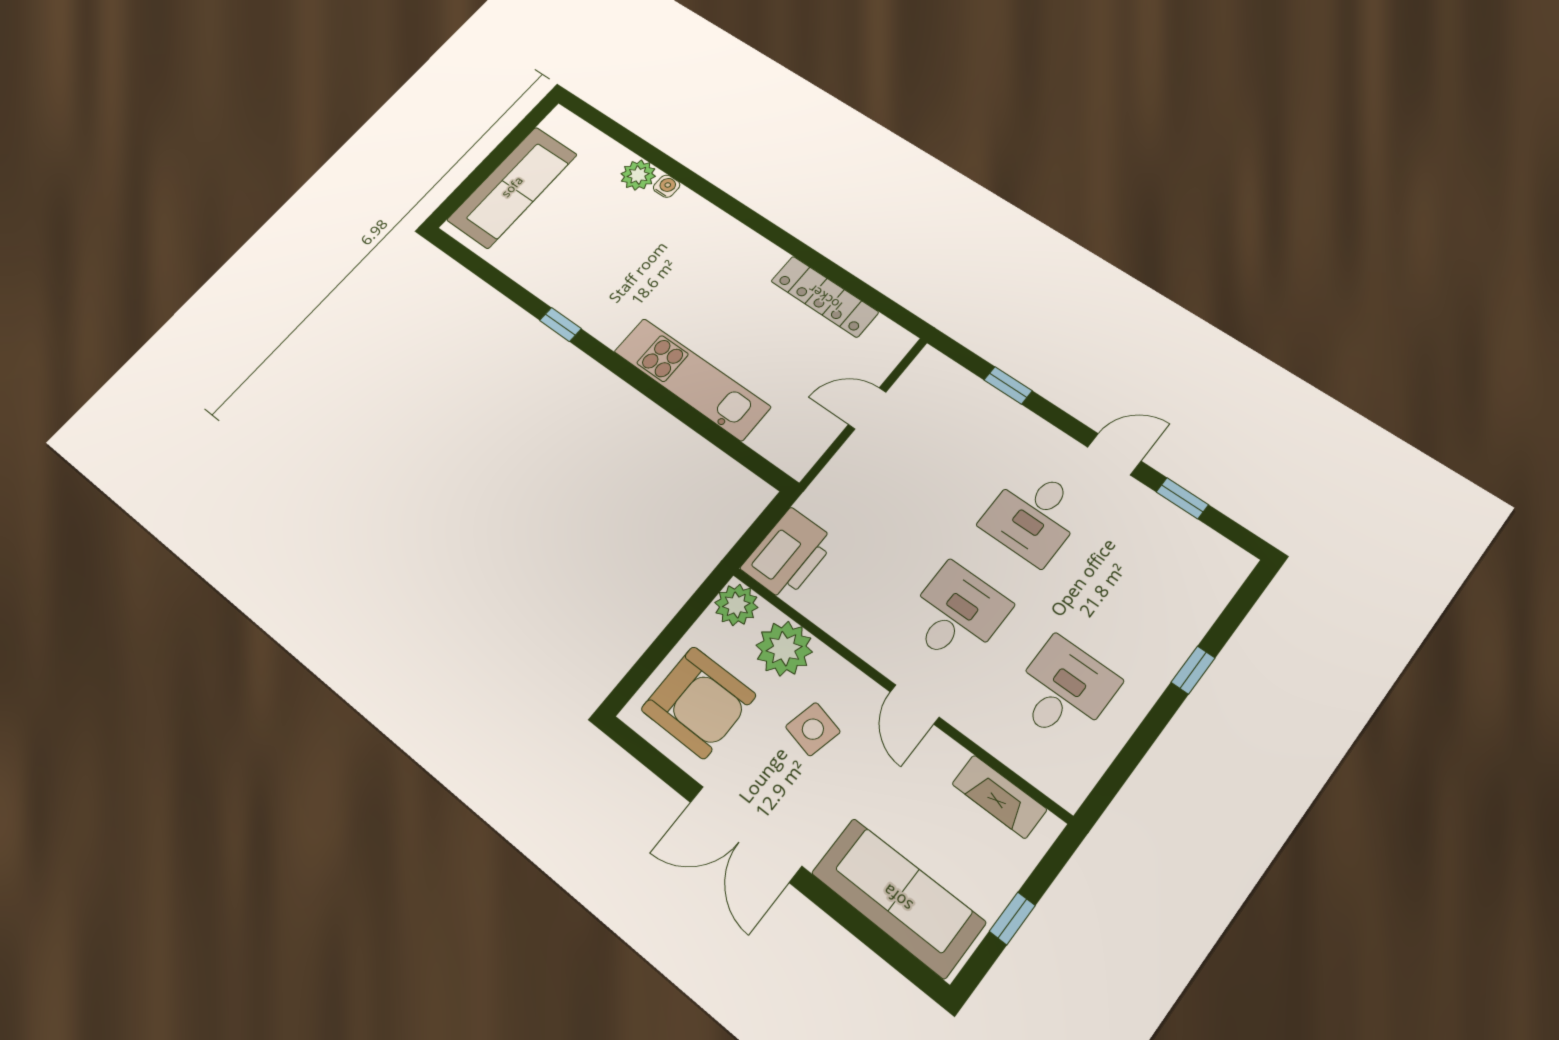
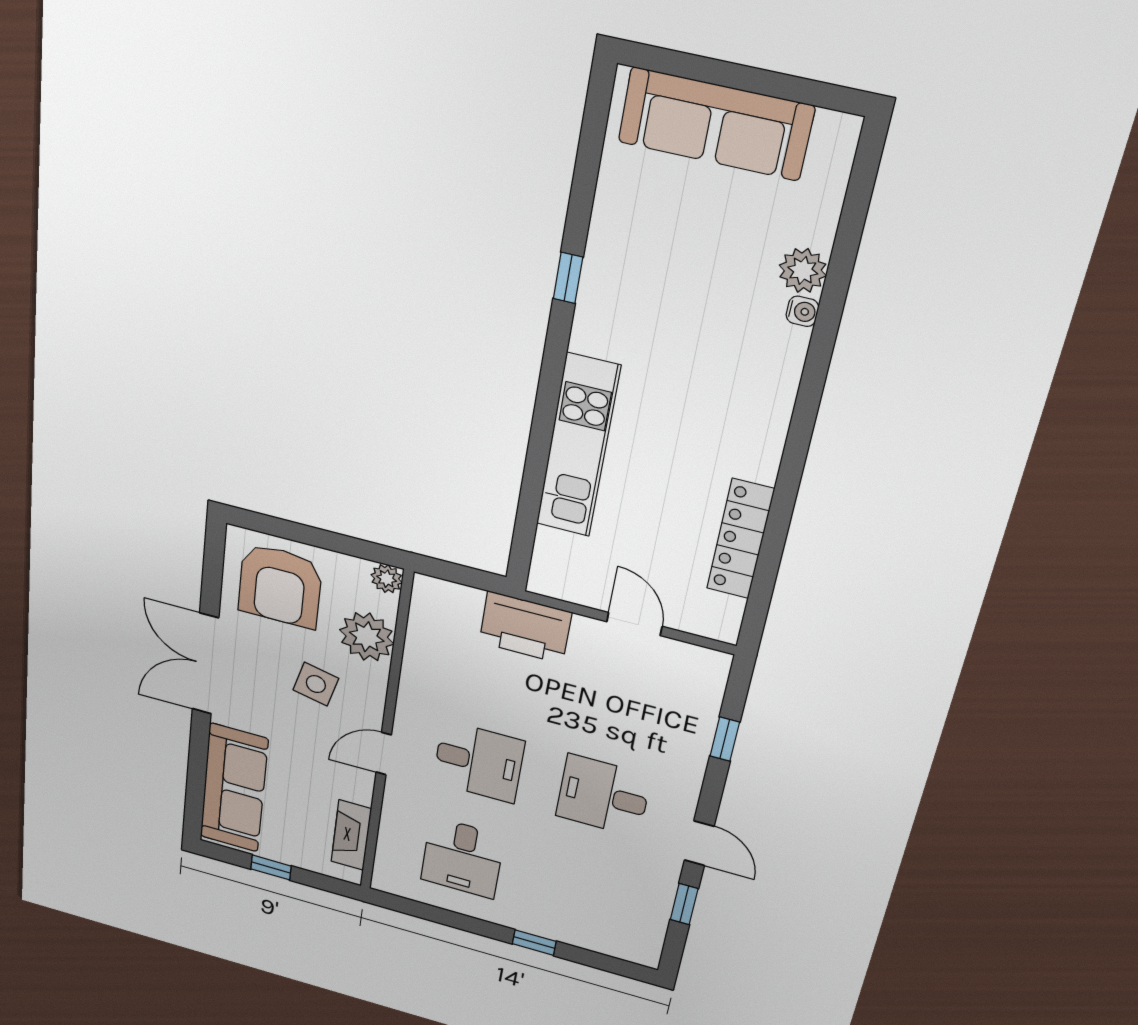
printer: (788, 554) -> (525, 627), moved
plant: (736, 605) -> (387, 579), width x0.73, depth x0.73
desk: (1064, 690) -> (462, 858), turned 90

